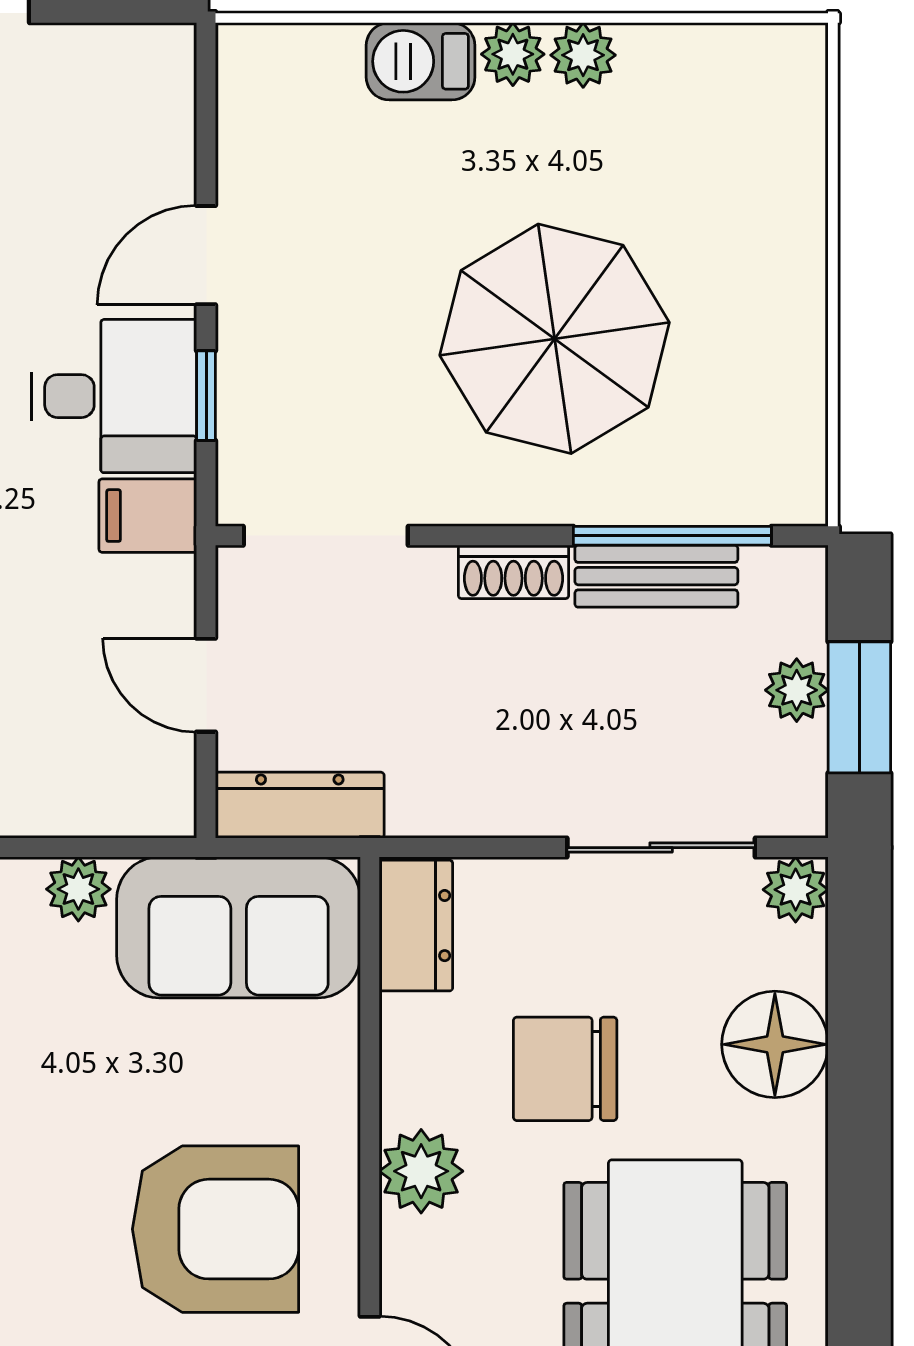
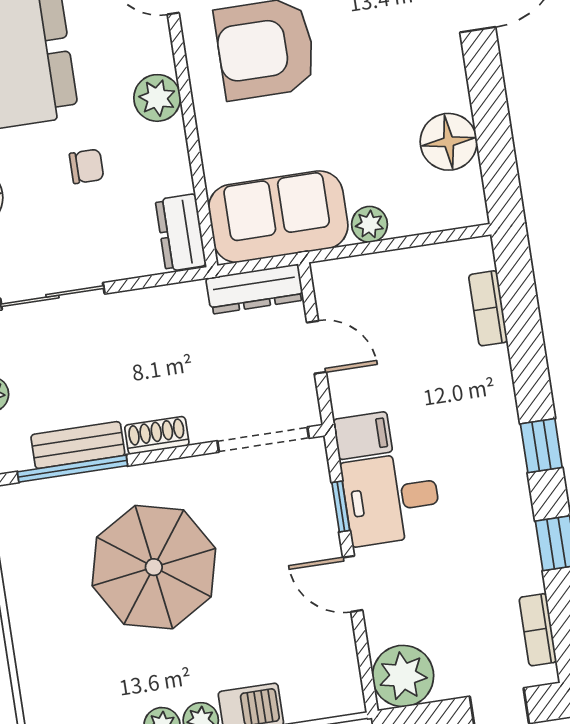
plant: (142, 78) -> (403, 676), added
door: (206, 255) -> (353, 584), swing flipped
chair: (565, 1069) -> (87, 166), width x0.54, depth x0.54

